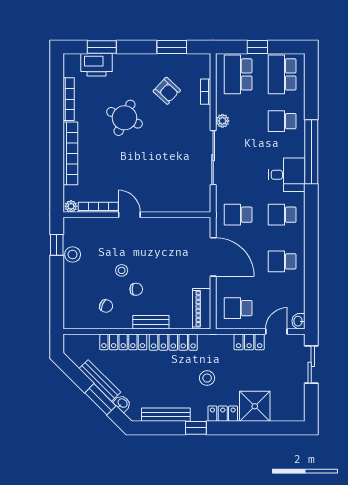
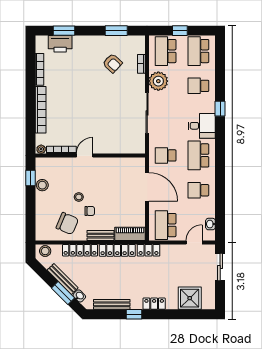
round table: (124, 118) -> (81, 83), removed
plant: (222, 121) -> (158, 81), width x1.87, depth x1.87
window: (311, 152) -> (220, 109), width x0.32
door: (129, 215) -> (85, 156), hinge flipped
school desk: (282, 215) -> (198, 155), width x1.85
chair: (106, 306) -> (67, 223), width x1.87, depth x1.87
school desk: (238, 308) -> (166, 225), width x1.85
piano: (202, 309) -> (130, 234), moved, turned 90
washbasin: (298, 321) -> (210, 224), moved
locker: (249, 342) -> (148, 250), moved
stool: (207, 378) -> (45, 251), moved
shower: (255, 406) -> (190, 298), moved

